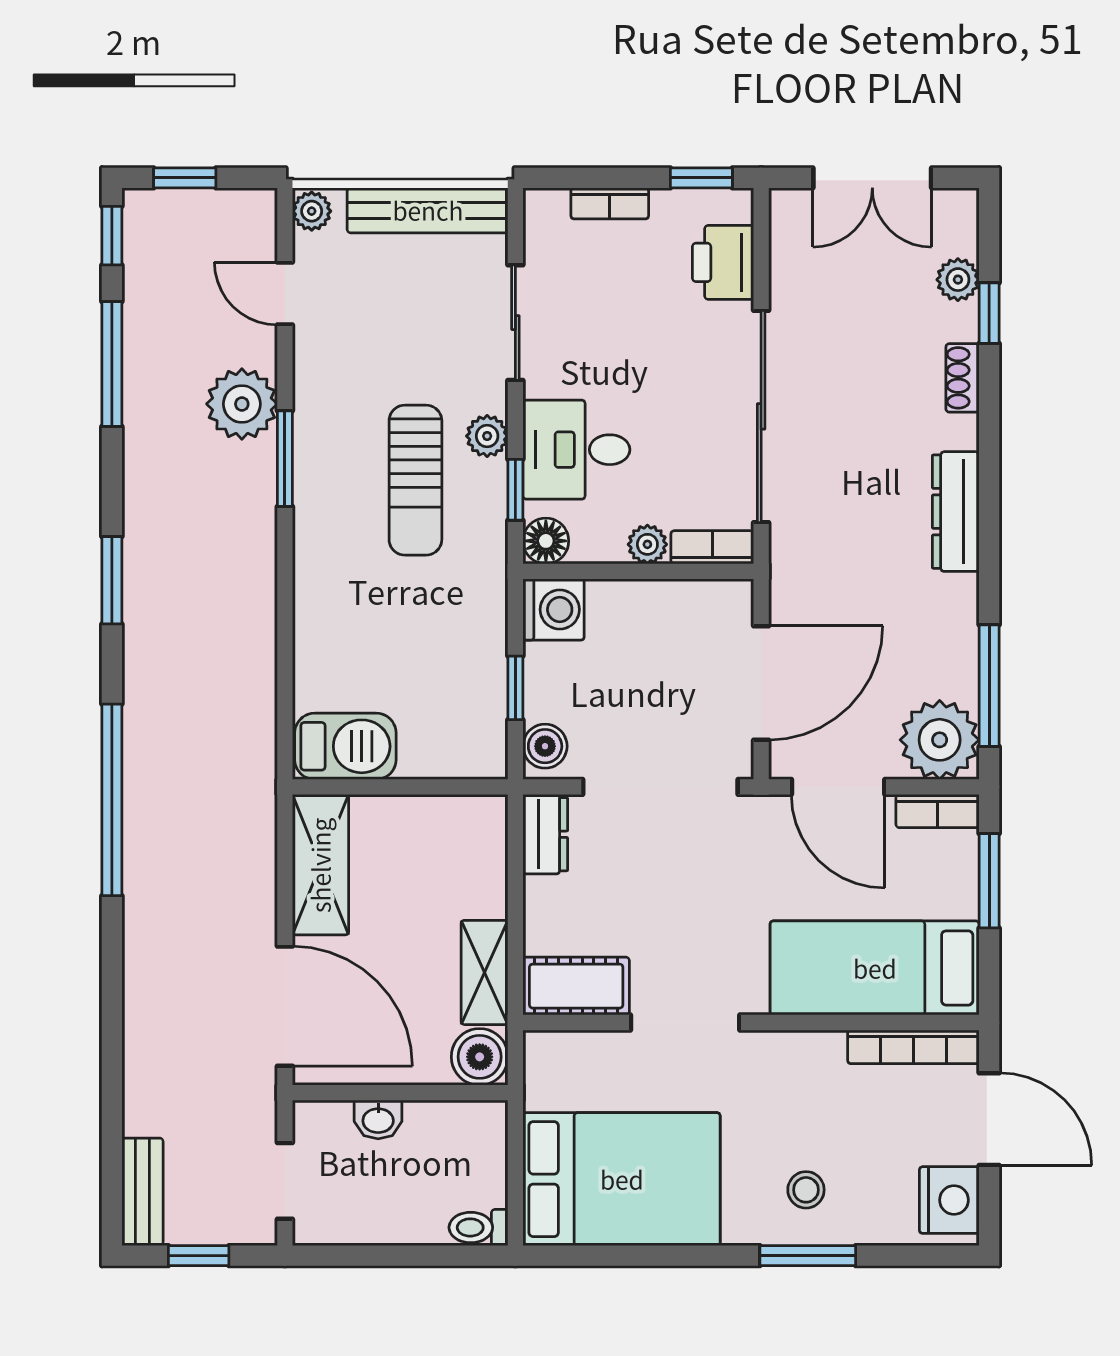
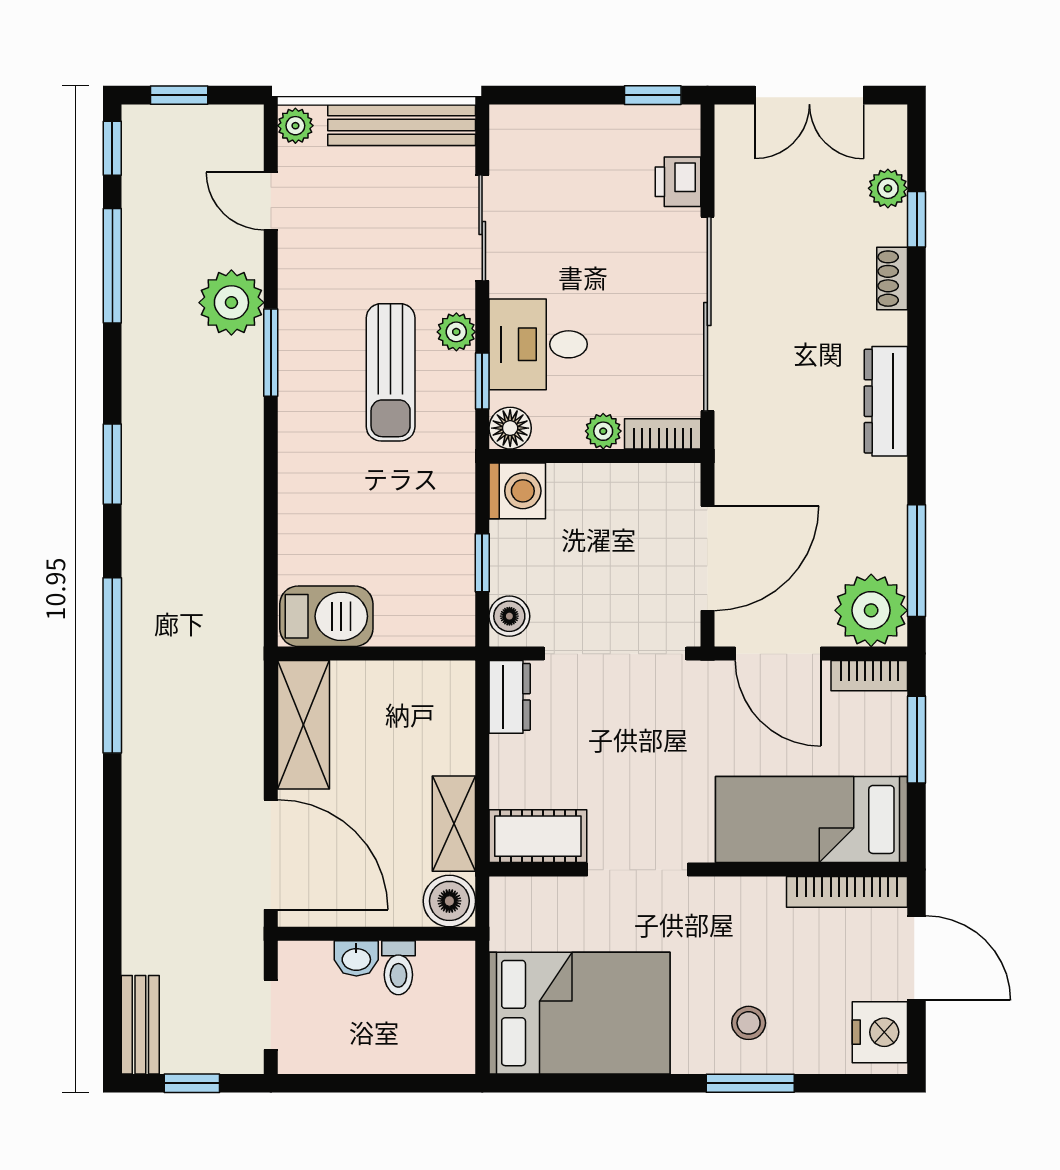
bookcase: (610, 203) -> (569, 119), removed
printer: (723, 262) -> (678, 182), width x0.73, depth x0.81
toilet: (478, 1227) -> (398, 968), moved, turned -90

